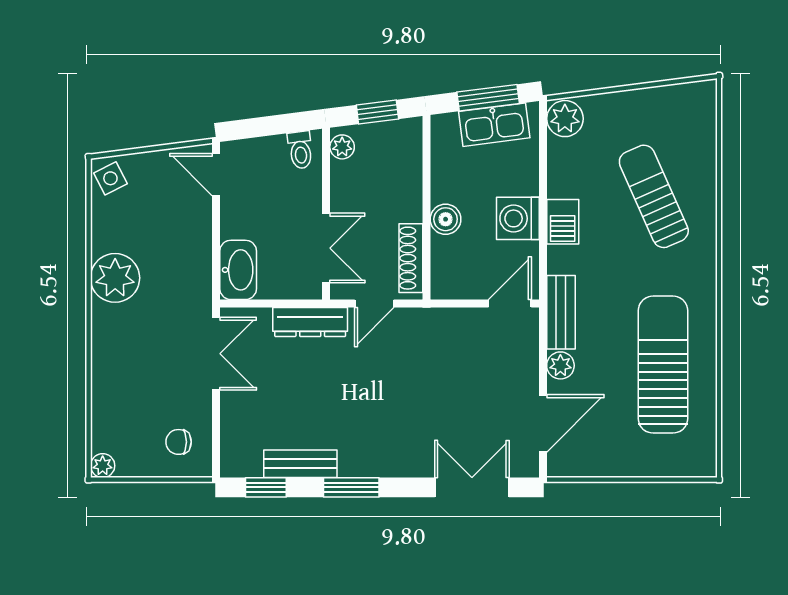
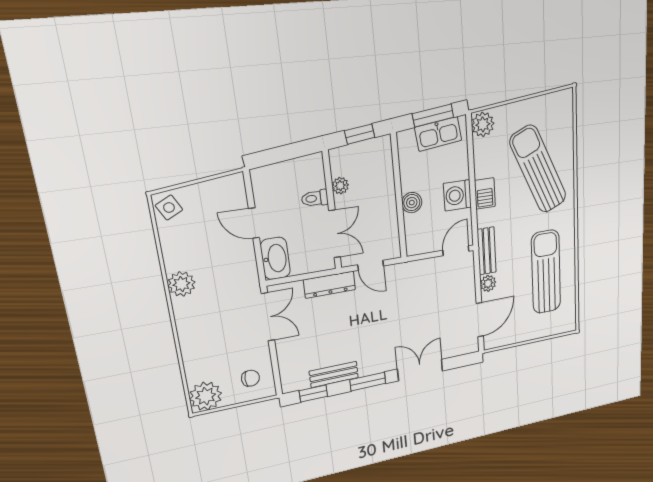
plant: (342, 147) -> (340, 186), moved
toilet: (300, 150) -> (315, 198), moved, turned 97
door: (216, 175) -> (254, 223), moved
sun lounger: (654, 196) -> (538, 169), width x1.36, depth x1.34
shoe rack: (411, 258) -> (392, 232), removed
plant: (115, 278) -> (181, 284), width x0.73, depth x0.73
door: (374, 304) -> (371, 265), hinge flipped
chair: (179, 442) -> (250, 378), turned 180
plant: (103, 466) -> (206, 396), width x1.88, depth x1.88
double door: (472, 487) -> (420, 370), moved

